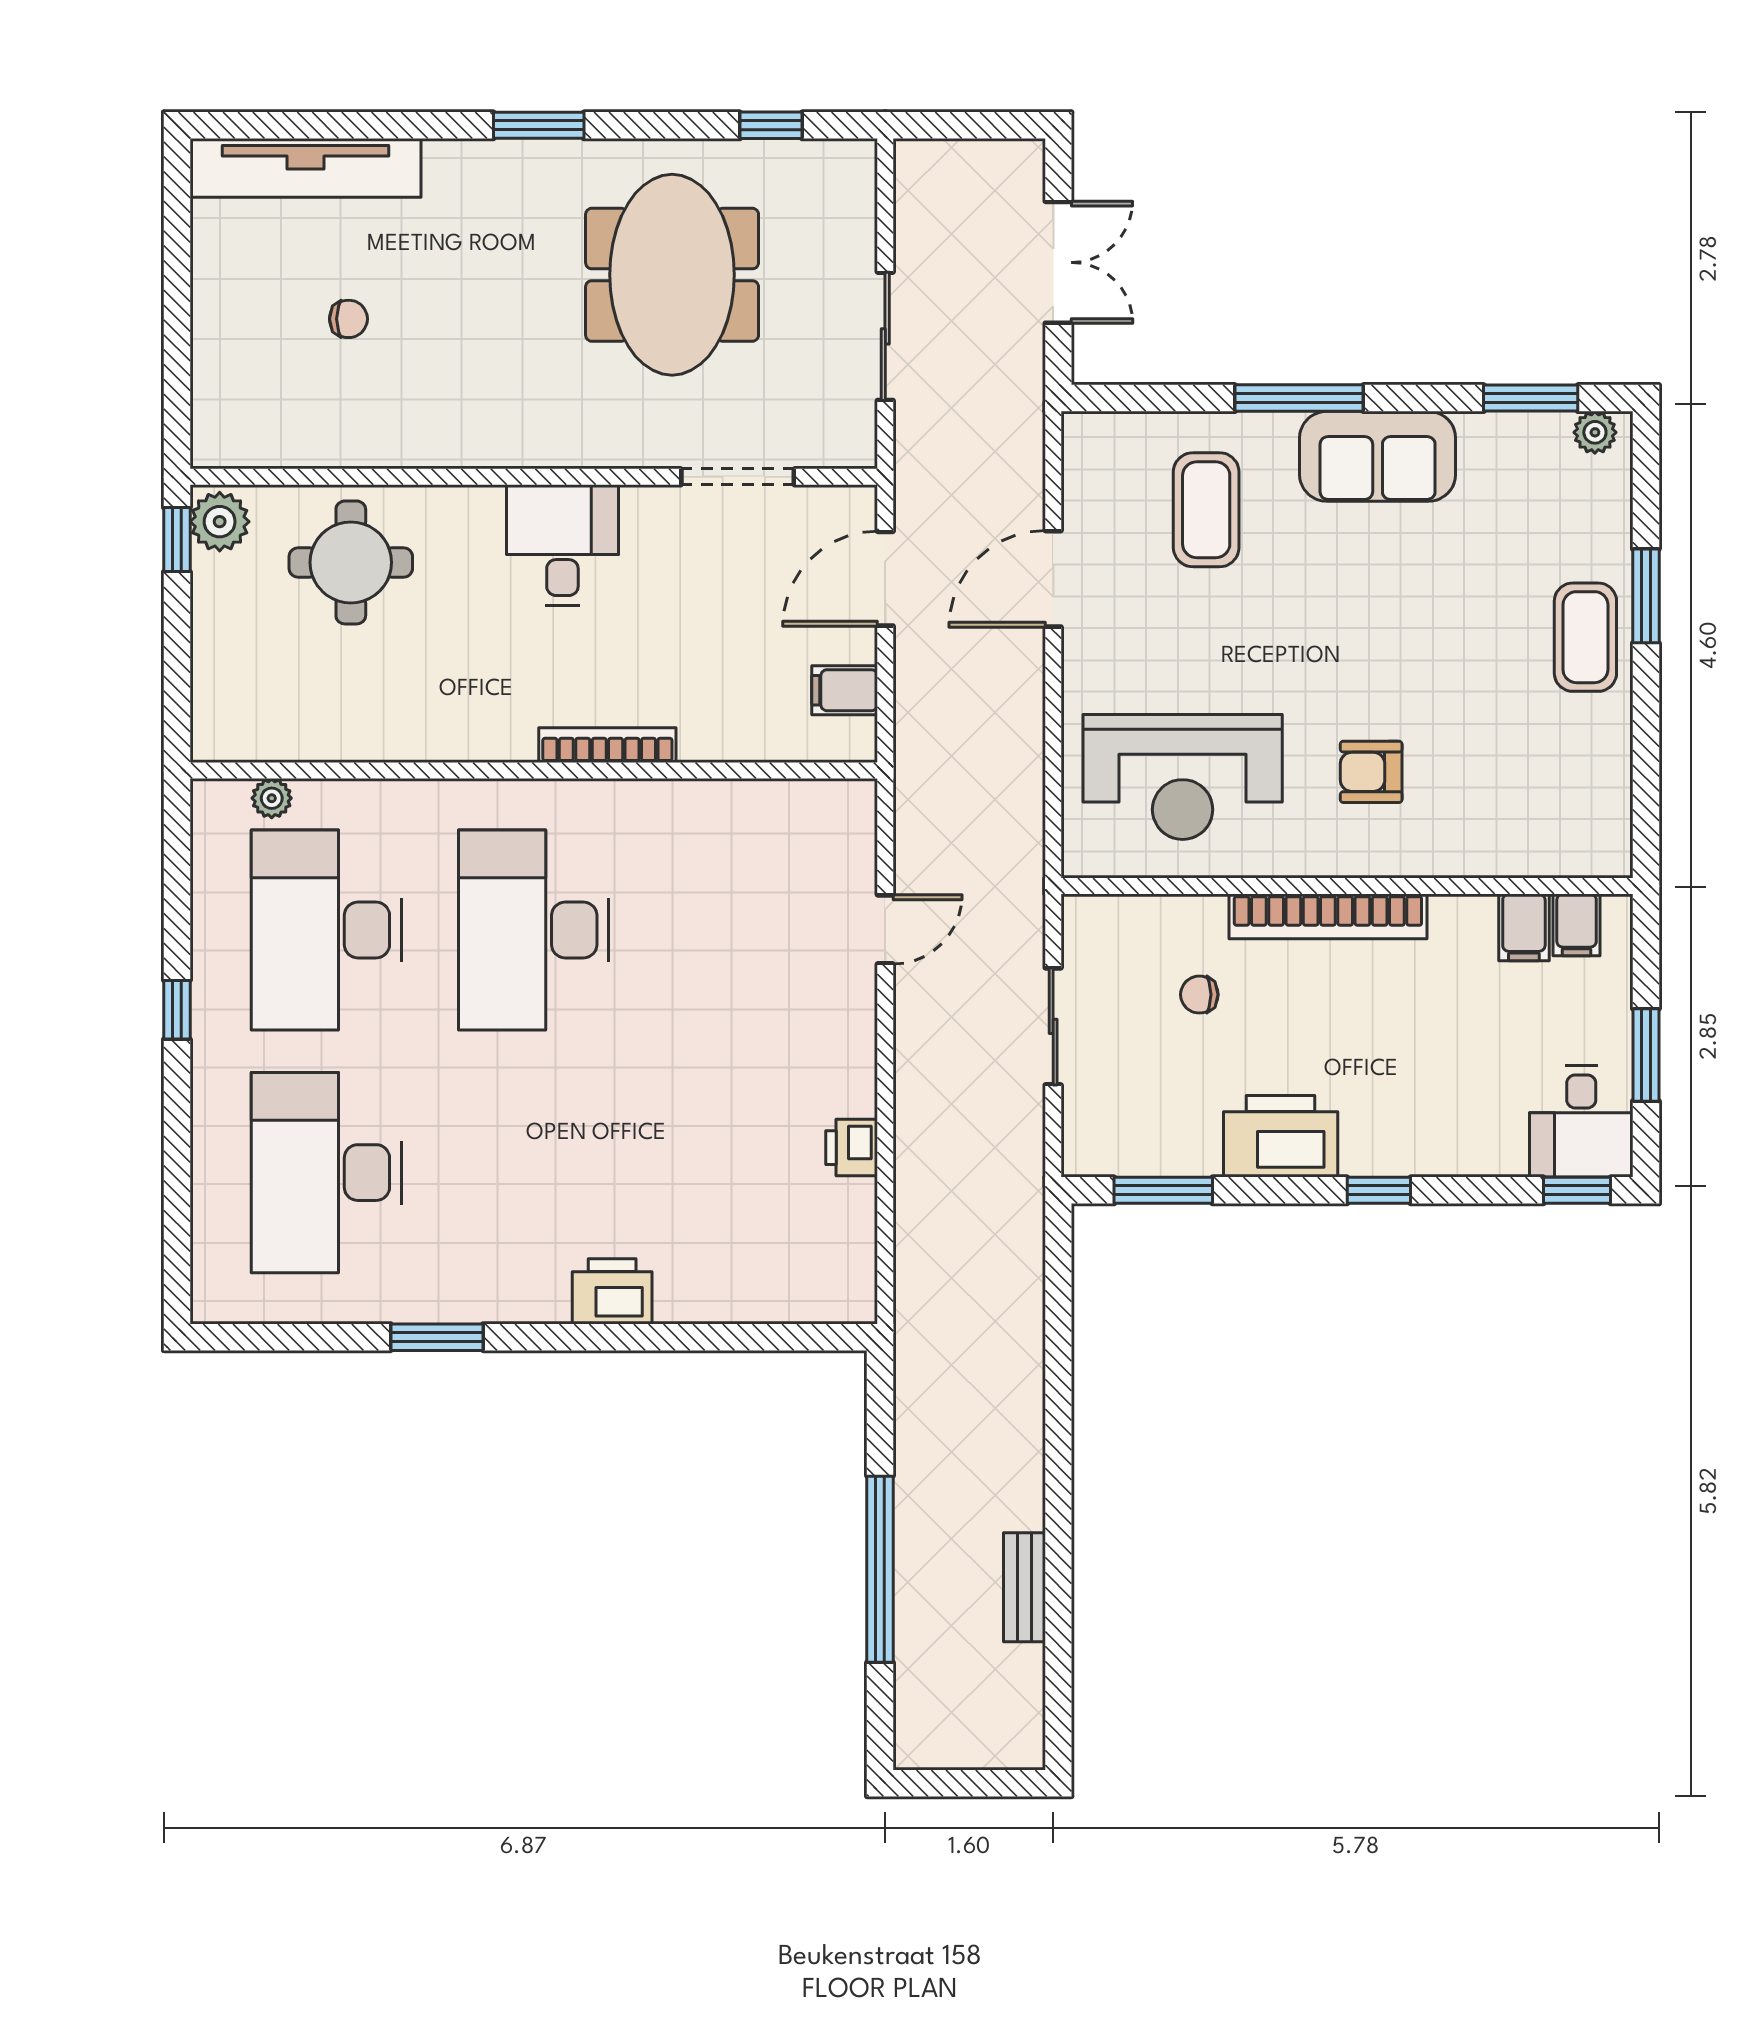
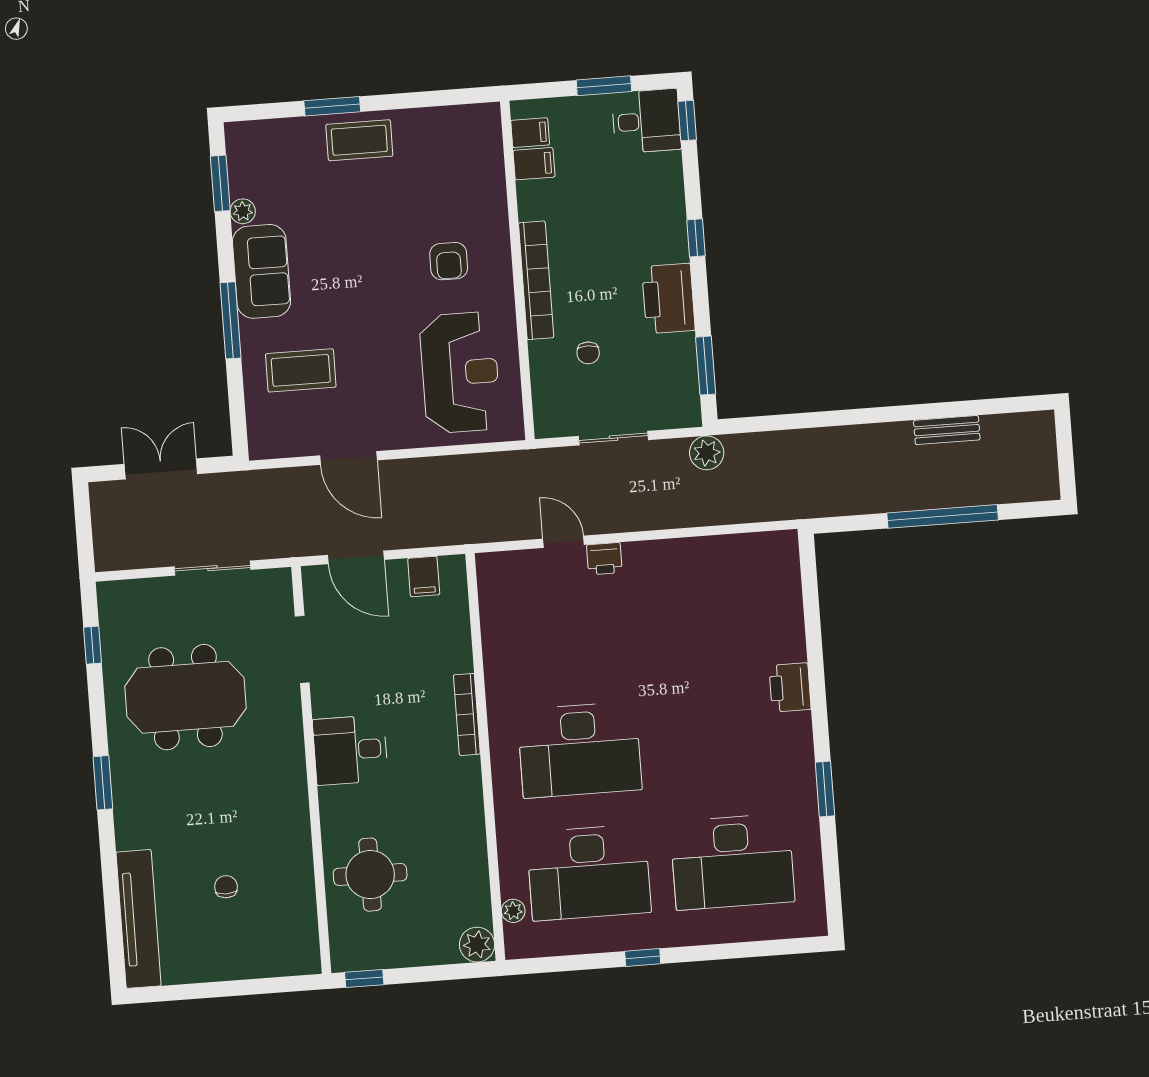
plant: (1595, 432) -> (243, 211), moved
plant: (220, 522) -> (477, 945), moved
printer: (852, 1148) -> (604, 559), moved
plant: (1017, 1181) -> (707, 453), added

